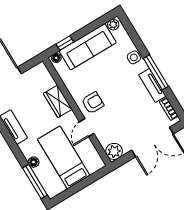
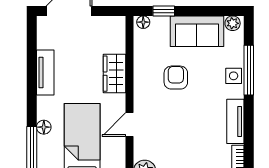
sofa: (88, 47) -> (197, 31), width x0.73
window: (156, 72) -> (249, 70), moved
armchair: (93, 103) -> (176, 78), moved, turned -90

